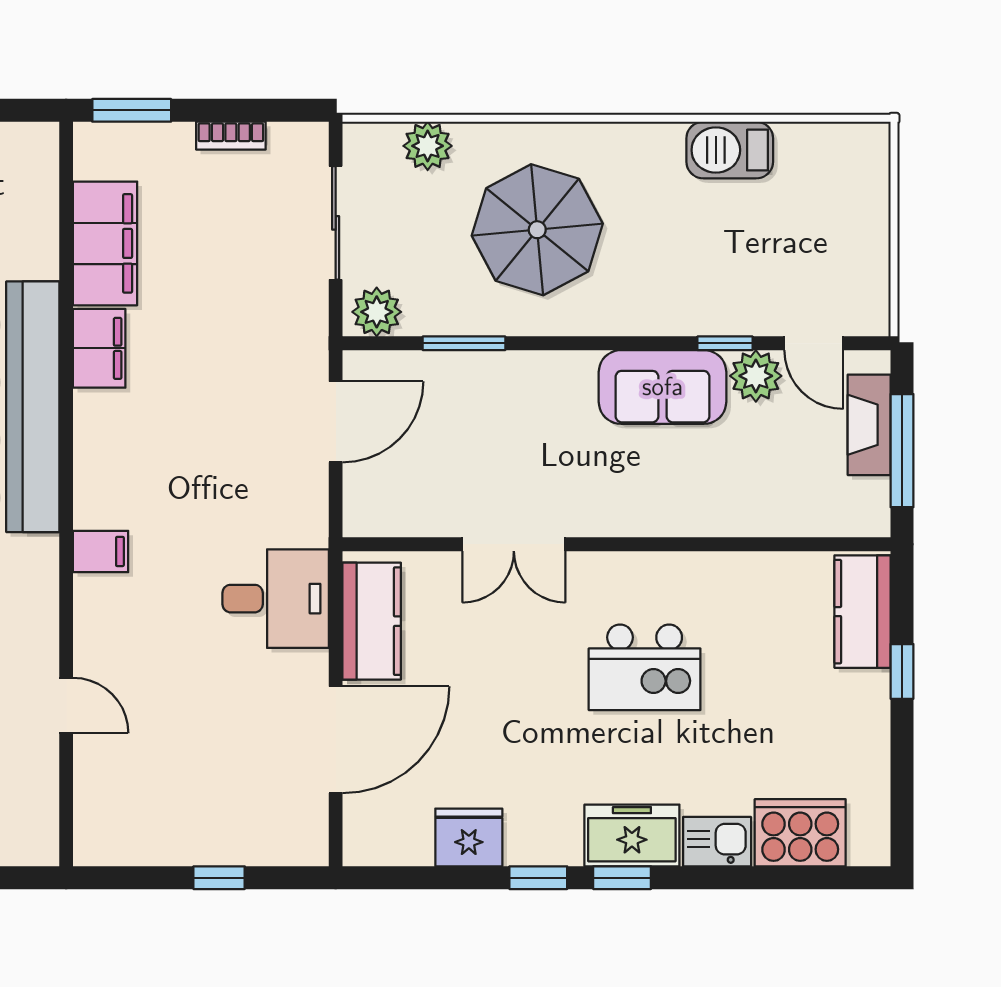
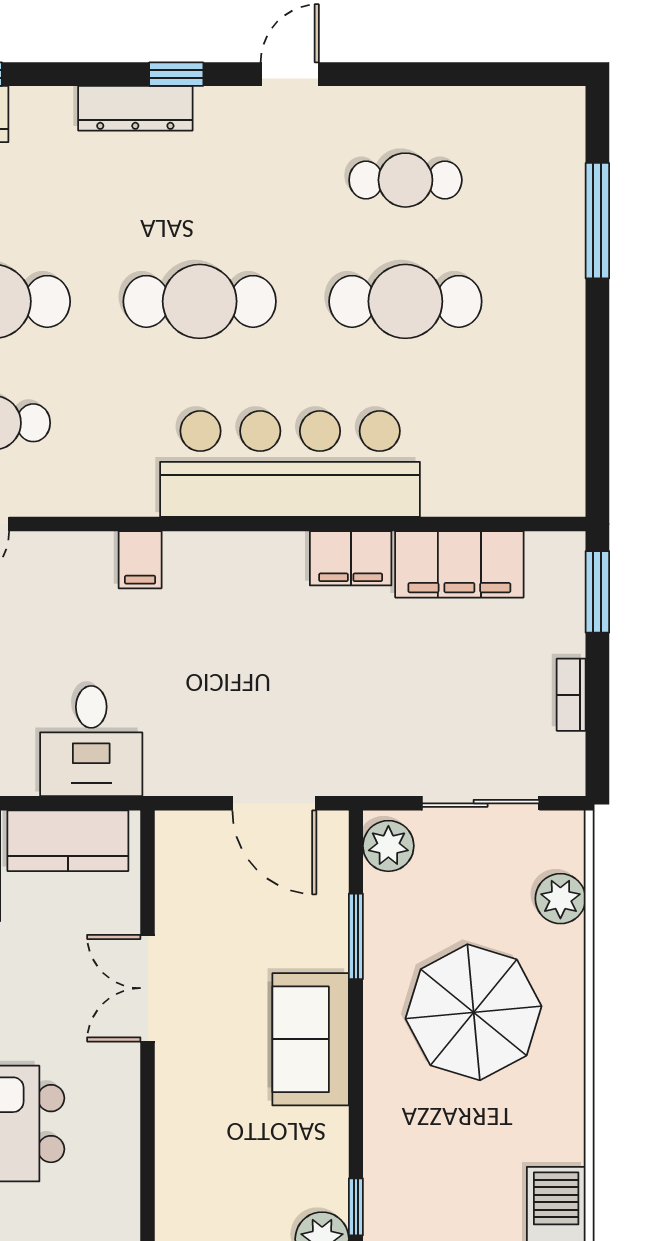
sofa: (663, 387) -> (311, 1039), moved

